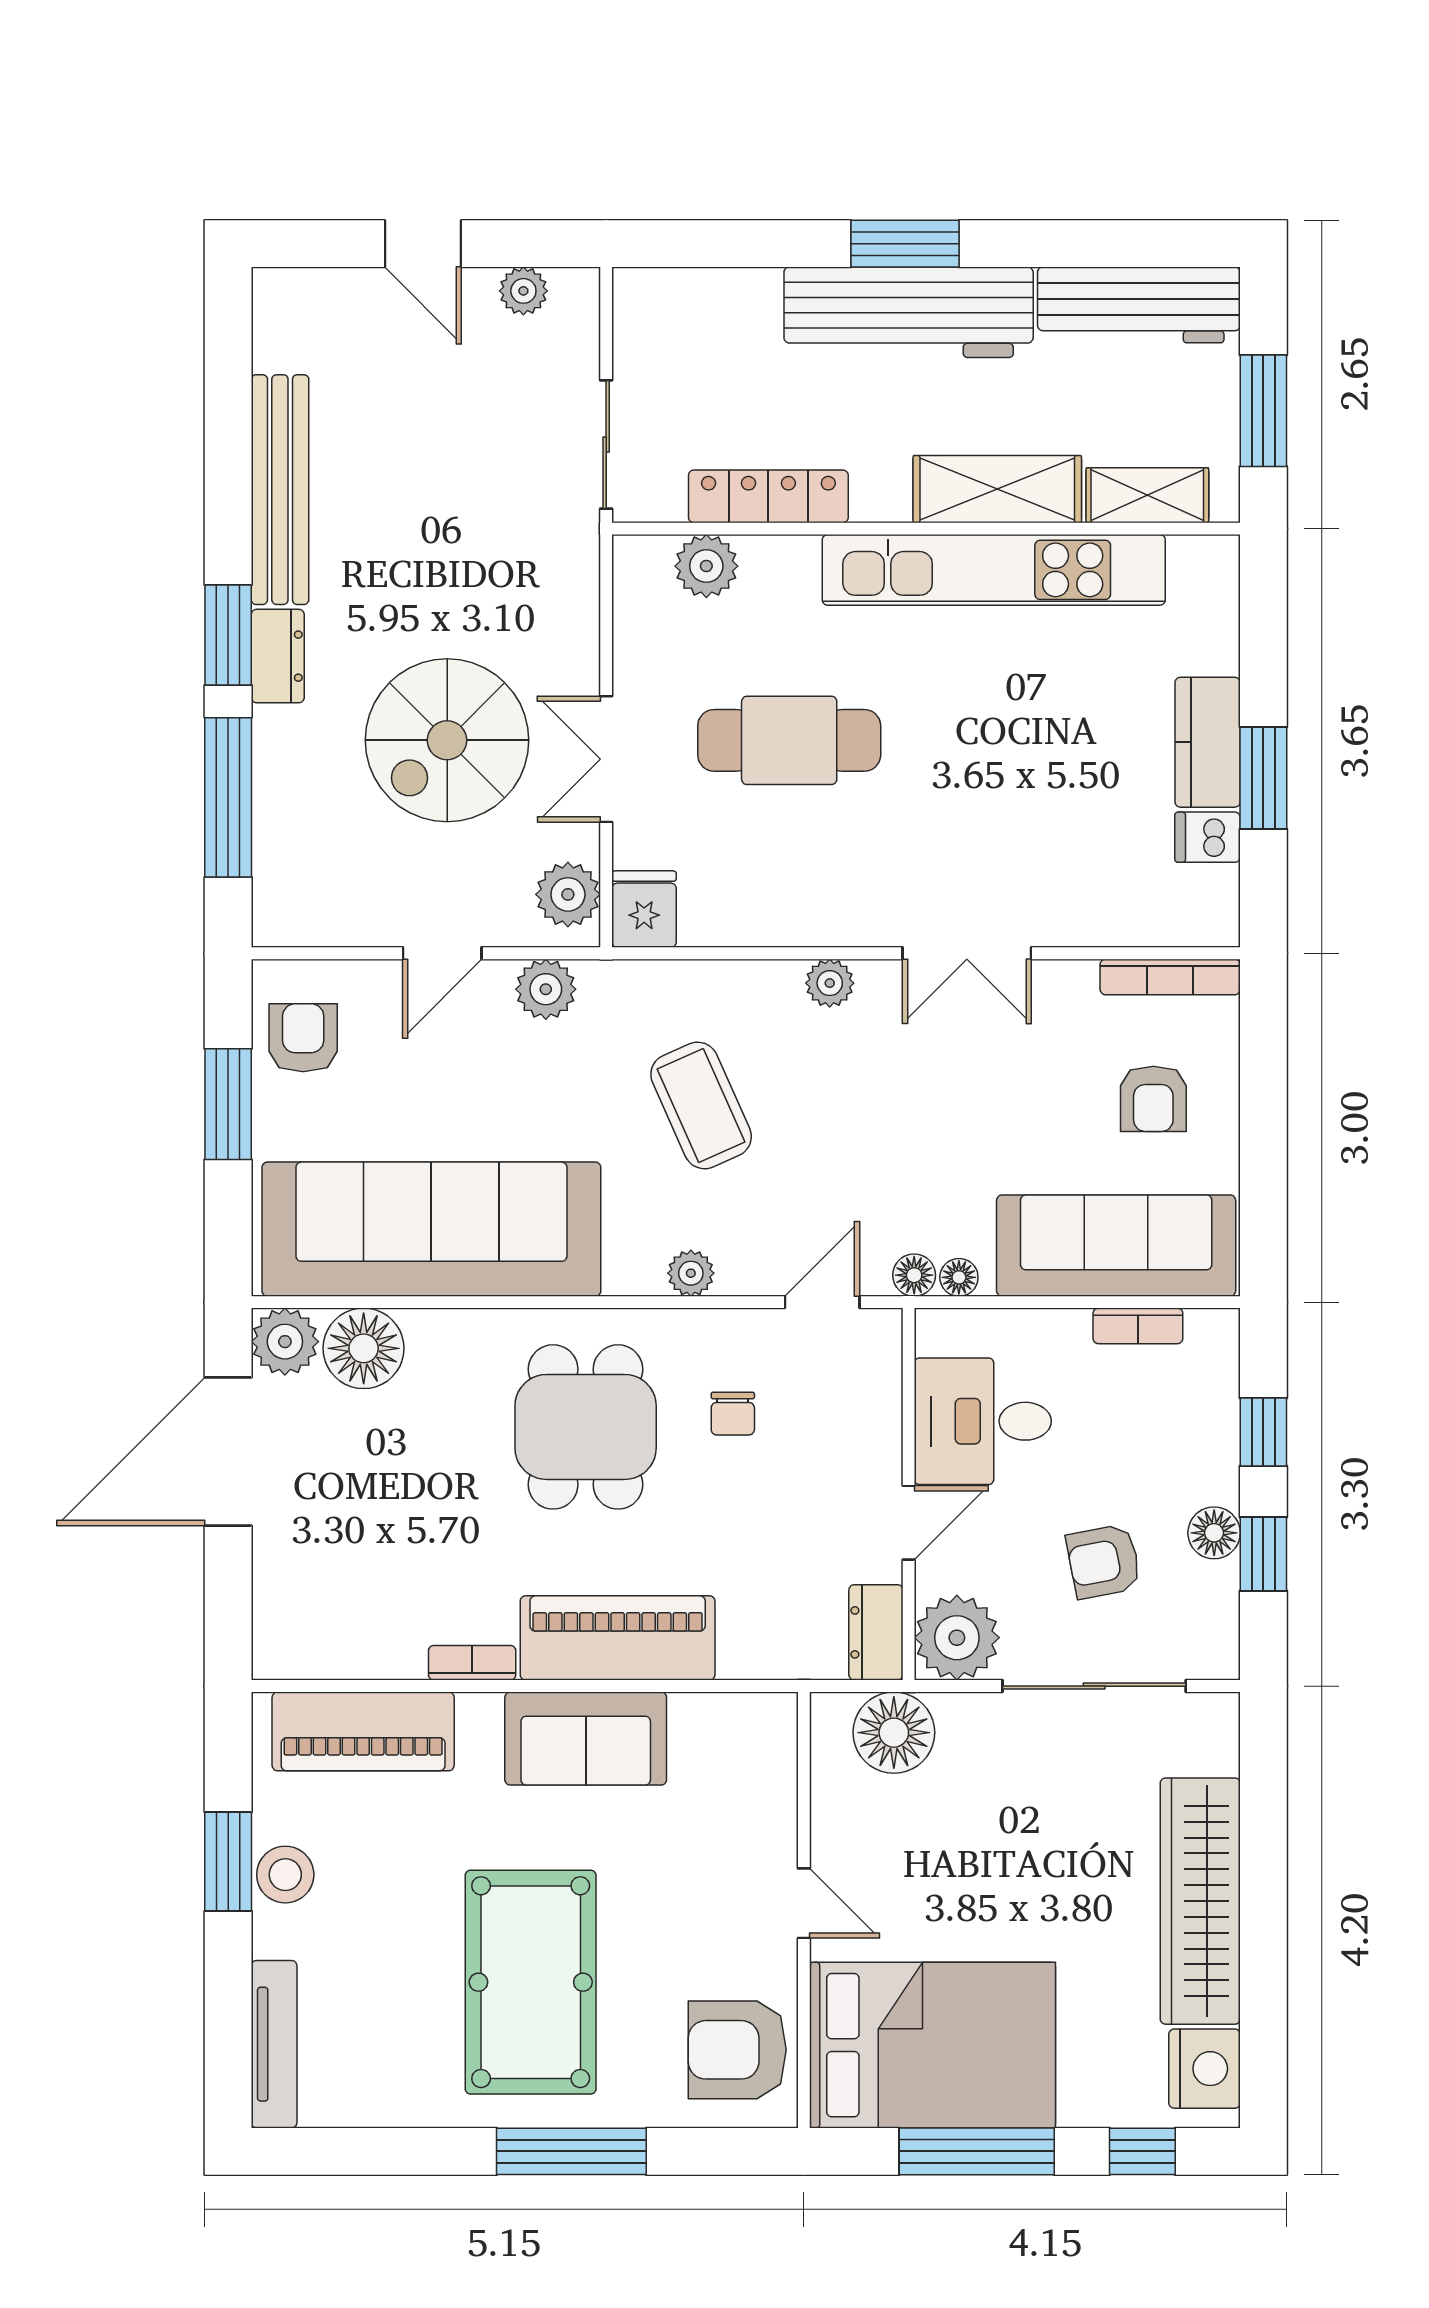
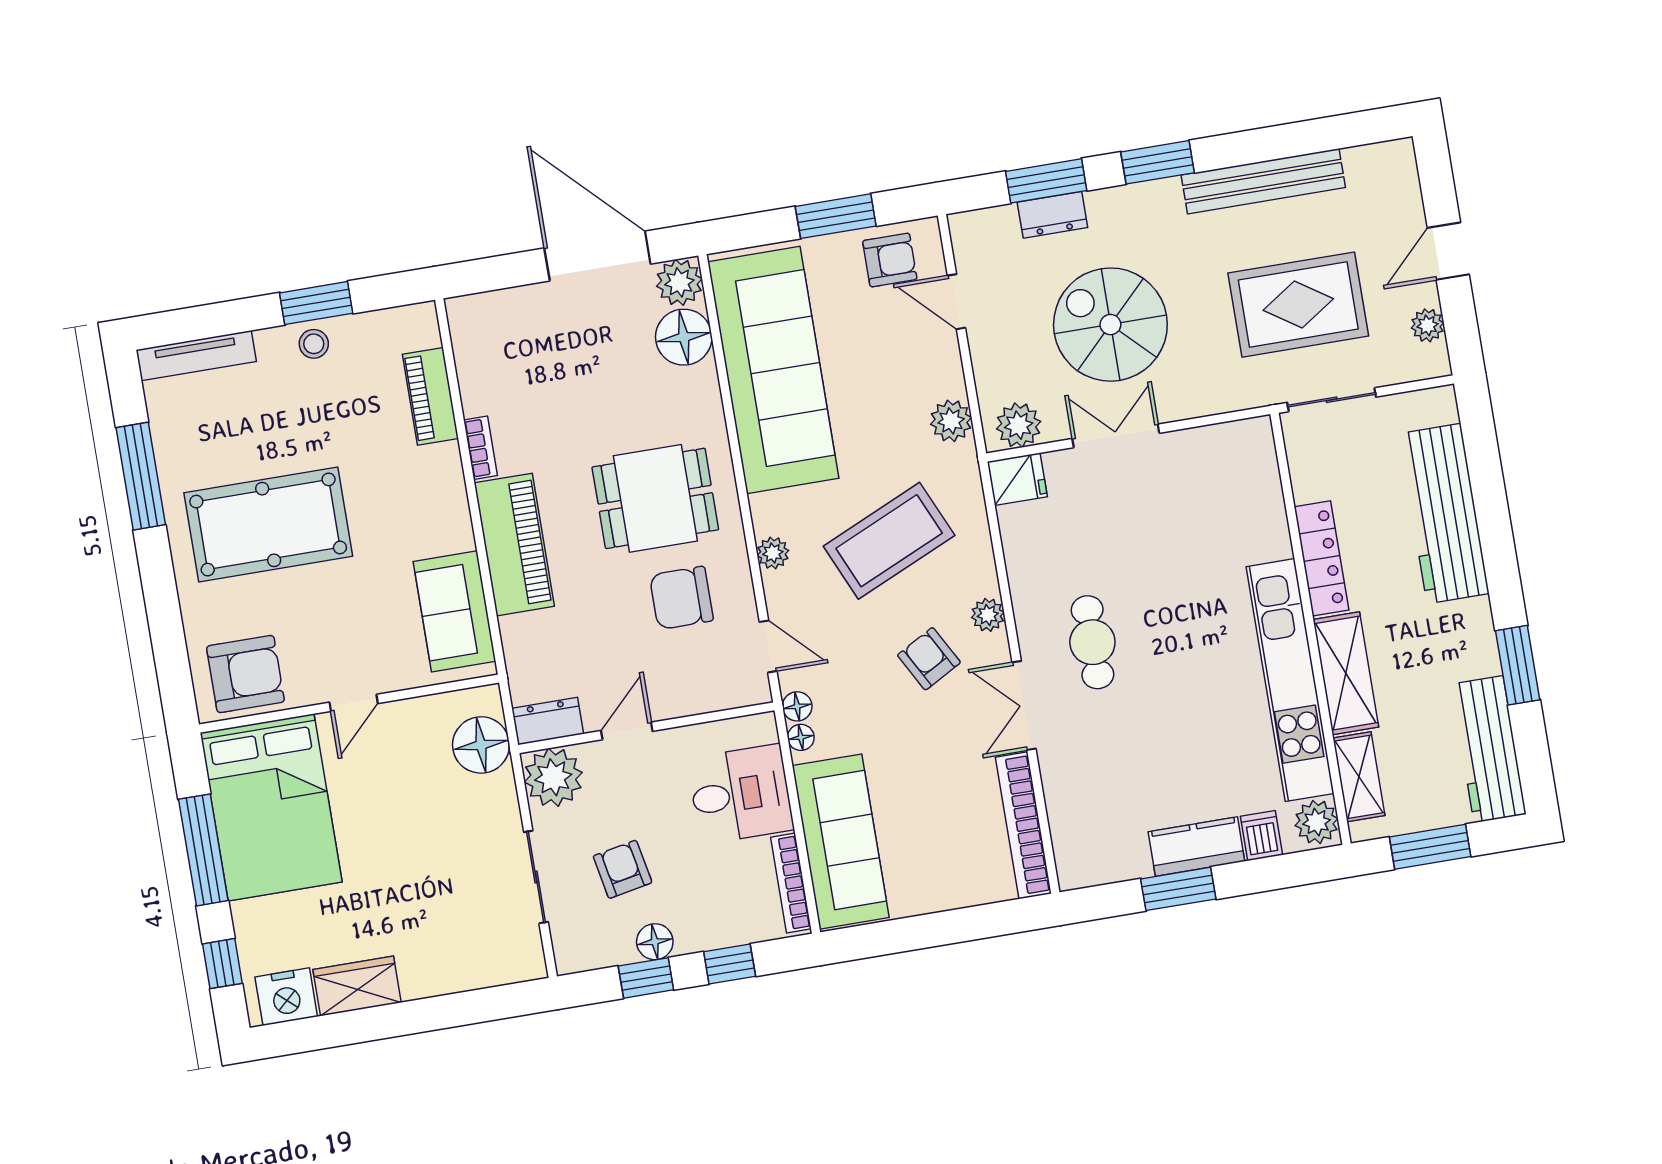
window: (905, 244) -> (1518, 665), moved
workbench: (909, 312) -> (1444, 514), moved
rug: (463, 469) -> (1298, 305), added
locker: (768, 496) -> (1322, 558), moved
plant: (706, 566) -> (1317, 822), moved
dresser: (278, 656) -> (1052, 215), moved
cafe table: (789, 740) -> (1092, 642), moved, width x0.73, depth x0.74
window: (228, 797) -> (1046, 181), width x0.69
dishwasher: (1208, 837) -> (1262, 836), moved
door: (442, 953) -> (956, 302), moved
bookcase: (1170, 977) -> (1023, 825), width x1.48, depth x1.31
armchair: (1153, 1099) -> (929, 659), moved, turned 61
coffee table: (701, 1105) -> (889, 541), width x1.36, depth x1.32
bookcase: (1138, 1326) -> (791, 883), width x1.56
chair: (733, 1414) -> (681, 598), width x1.87, depth x1.87
desk: (983, 1421) -> (740, 794), moved, turned 90
door: (909, 1523) -> (627, 731), swing flipped
sliding door: (1094, 1686) -> (536, 877), width x0.73
piano: (363, 1731) -> (430, 396), width x0.73, depth x0.75
sofa: (586, 1739) -> (454, 611), moved
stool: (285, 1875) -> (314, 344), width x0.73, depth x0.73
wardrobe: (1200, 1901) -> (357, 986), width x0.48, depth x0.85
armchair: (737, 2050) -> (245, 674), turned 90
window: (571, 2151) -> (141, 476), moved

